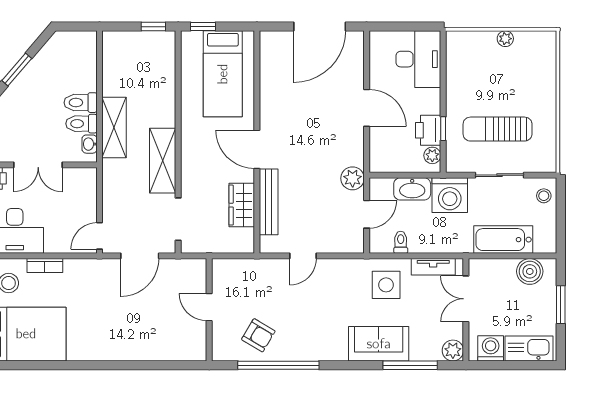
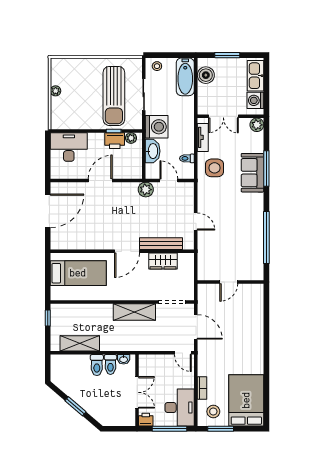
window: (203, 27) -> (48, 286), removed
door: (320, 27) -> (48, 211), hinge flipped
shelving: (114, 127) -> (80, 343), moved
sun lounger: (498, 129) -> (114, 96), width x1.36, depth x1.34
bathtub: (503, 240) -> (185, 77), moved
armchair: (258, 335) -> (247, 250), removed
window: (410, 365) -> (266, 169), moved

